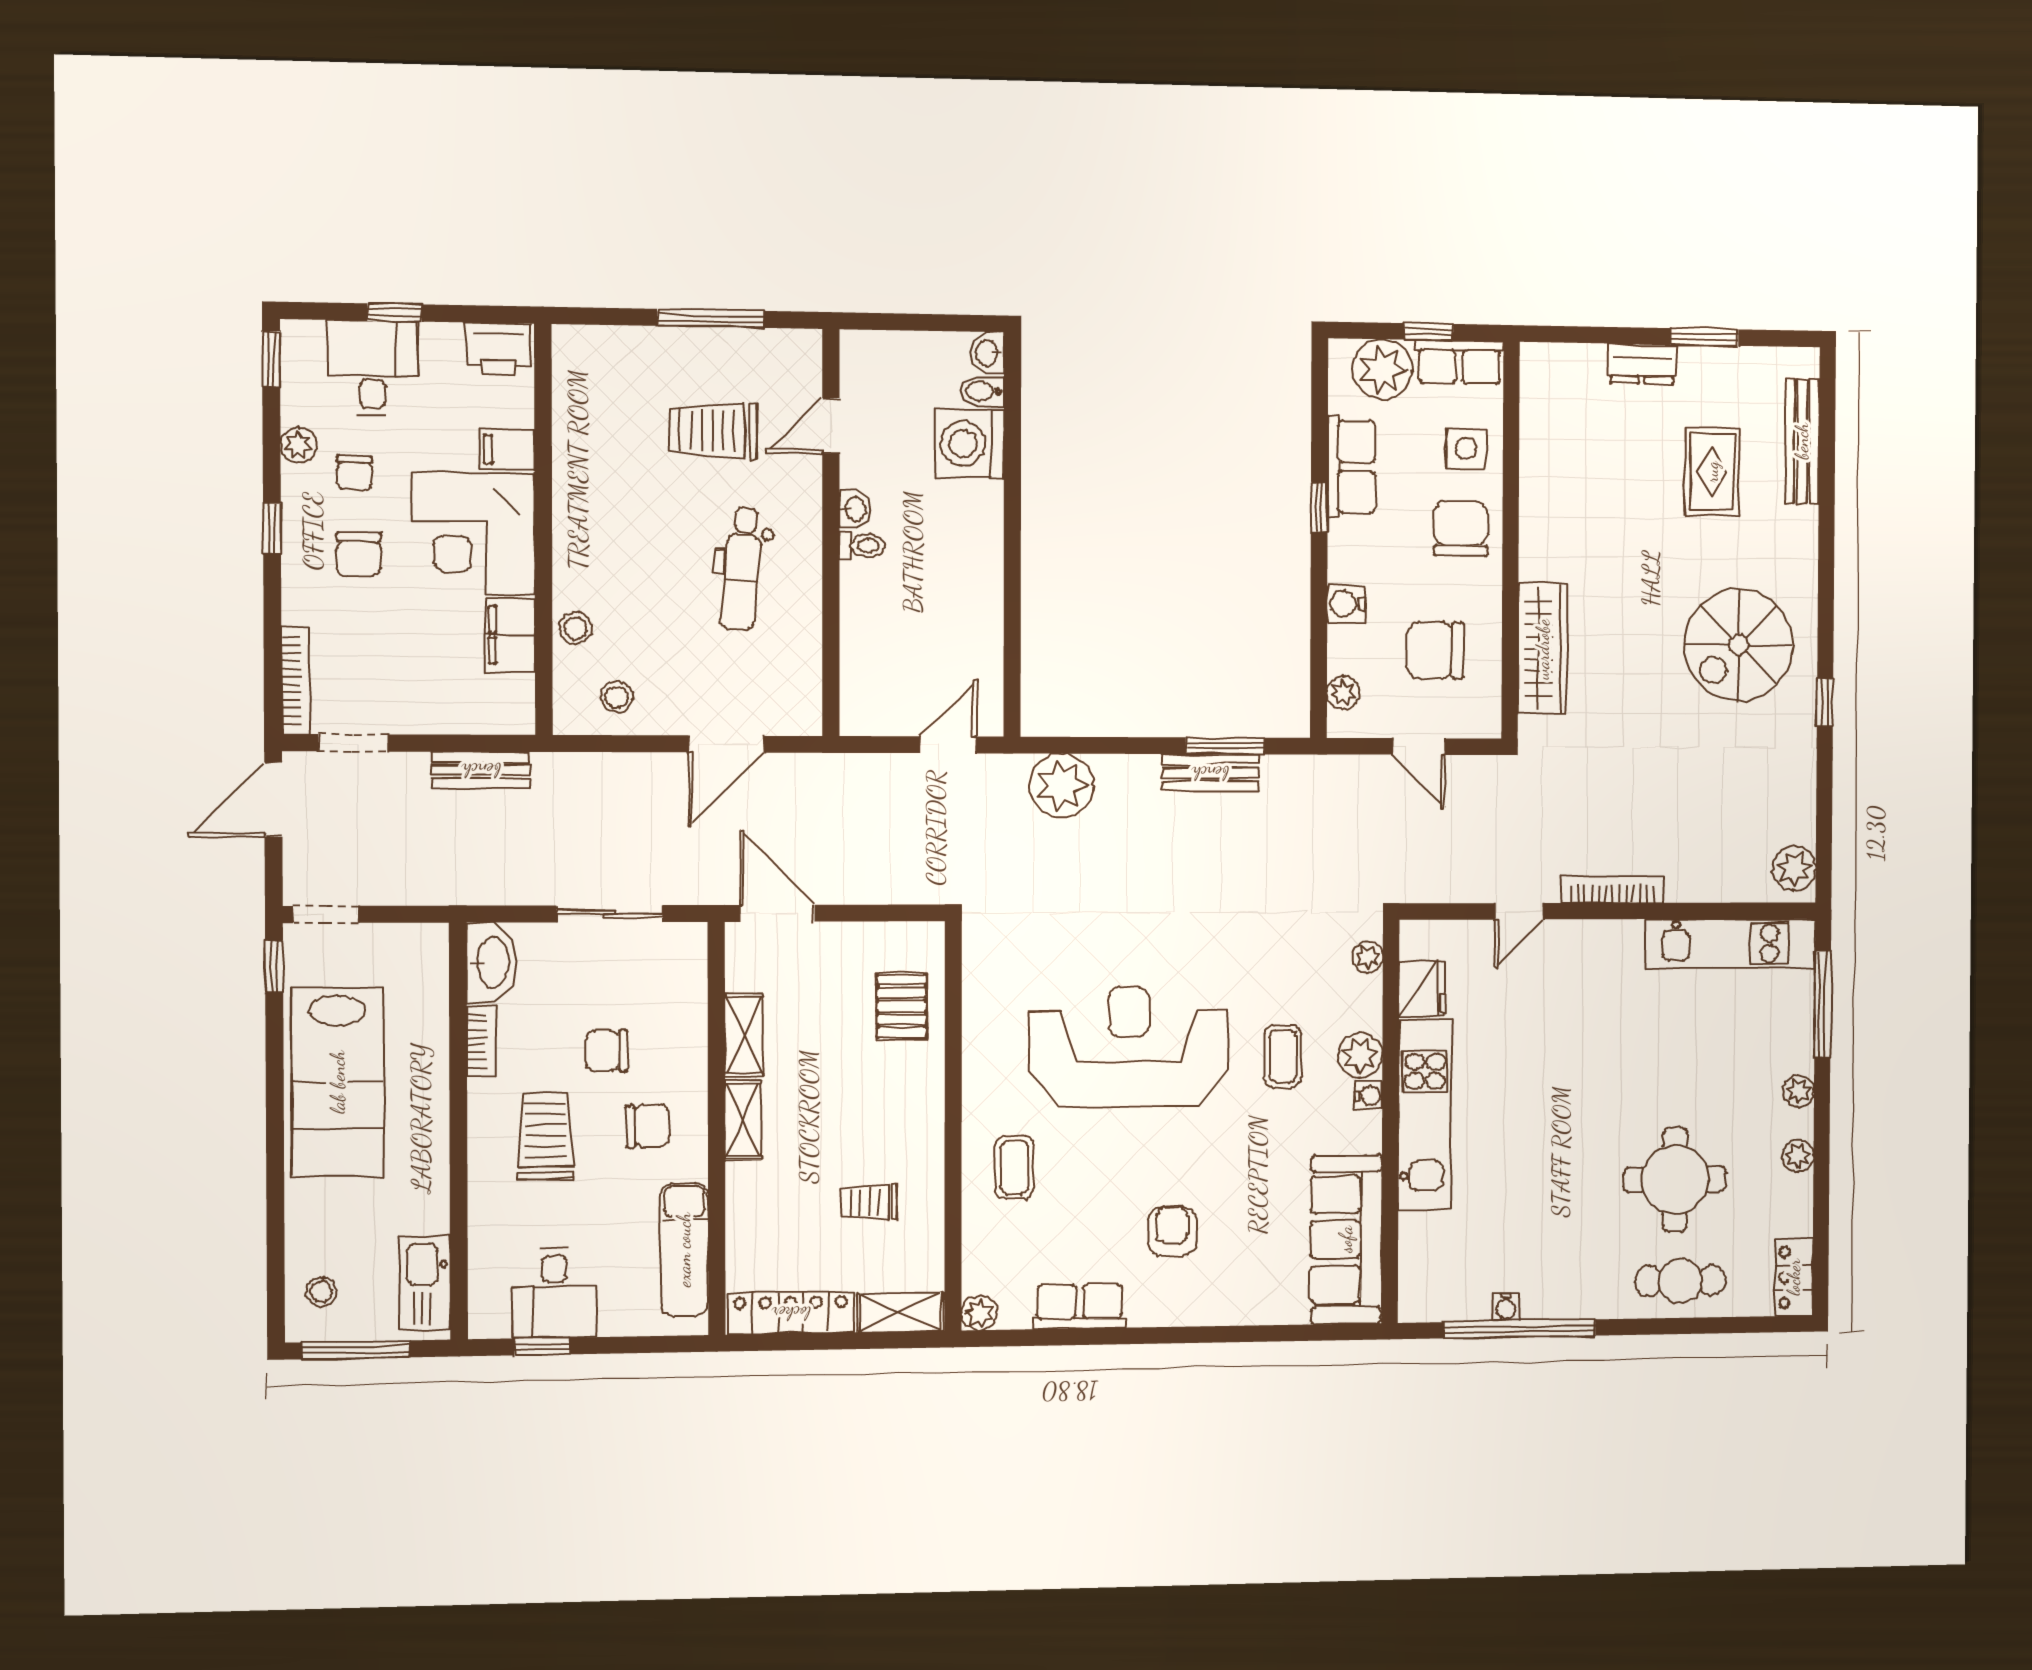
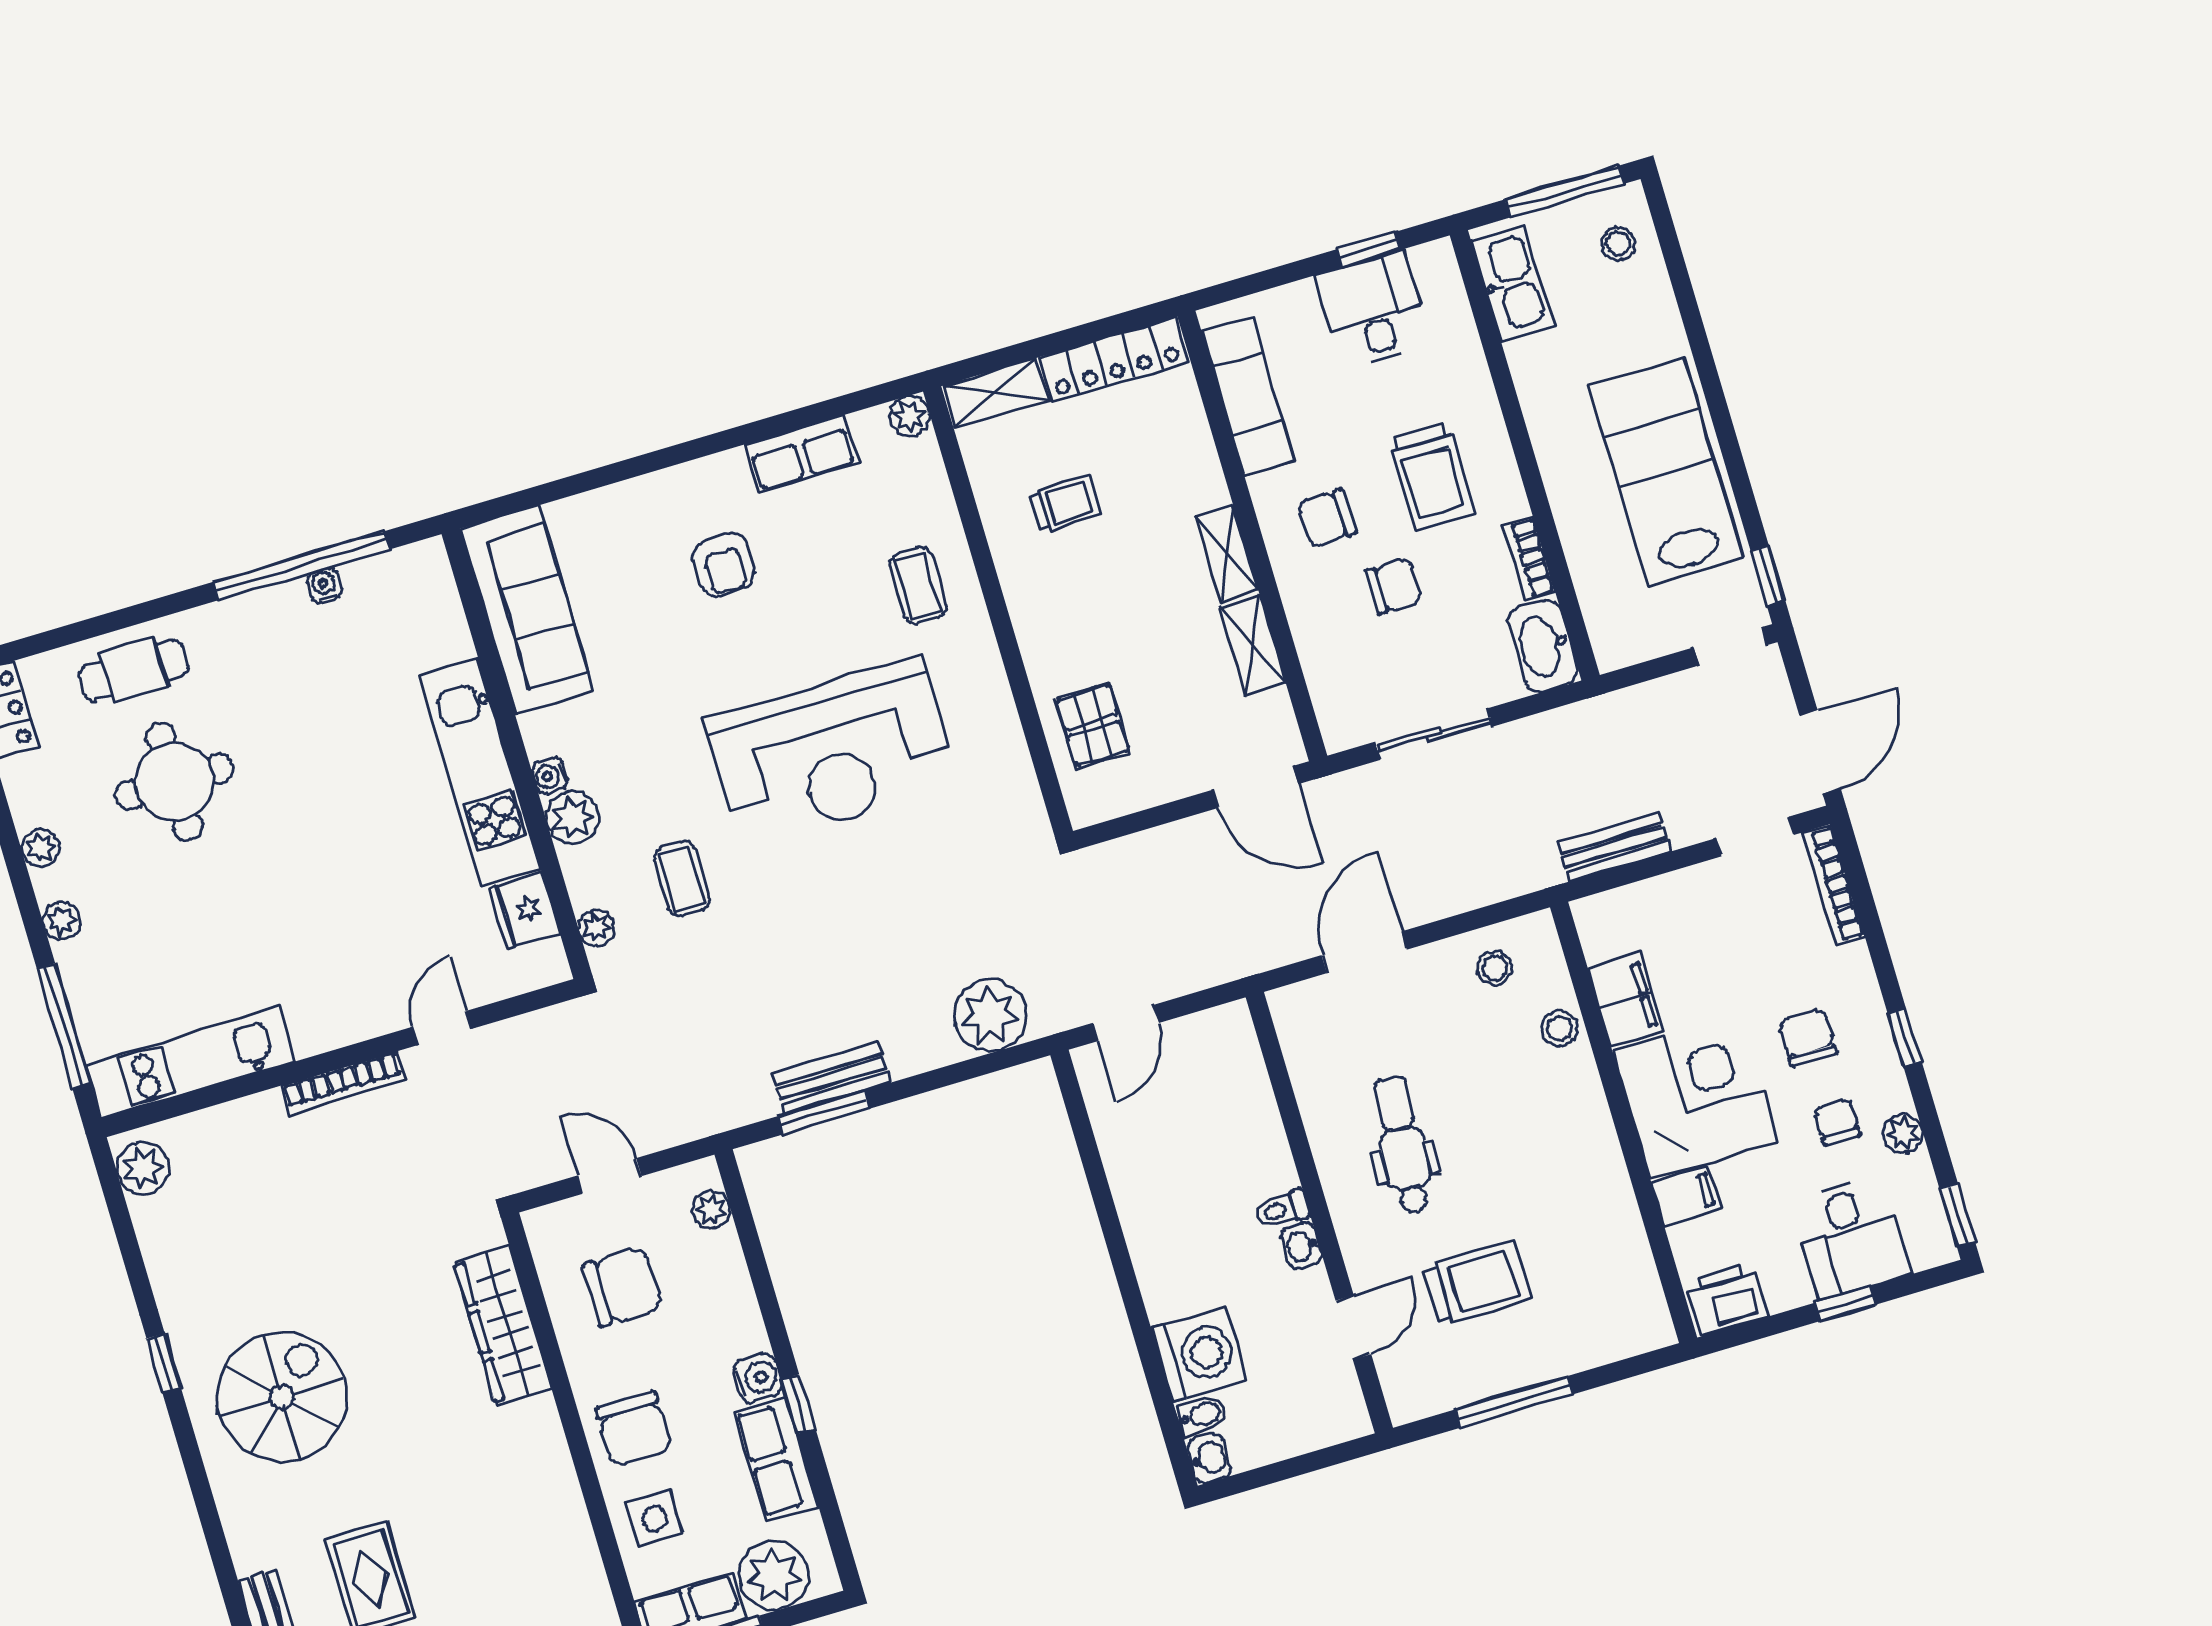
water cooler: (1346, 604) -> (758, 1378), moved
coffee table: (1283, 1056) -> (682, 879), moved

